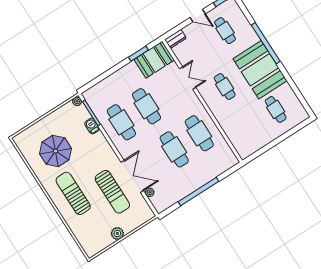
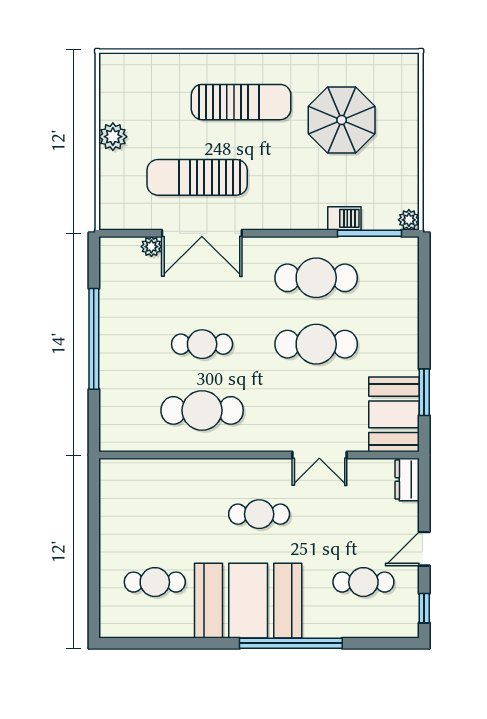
cafe table: (174, 149) -> (202, 344), width x0.73, depth x0.74

